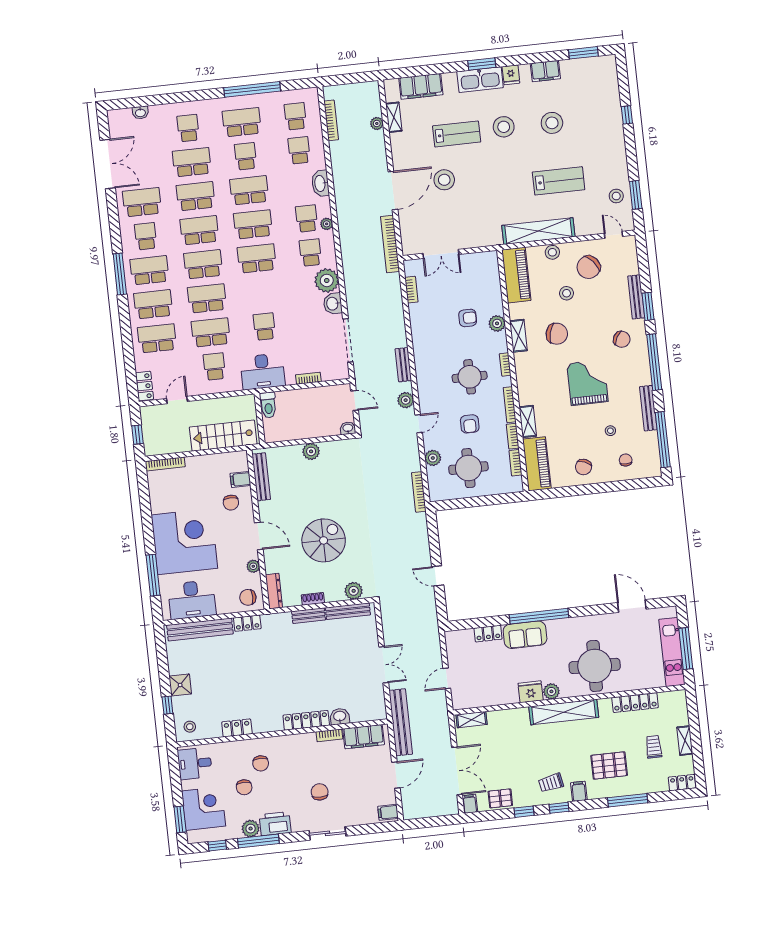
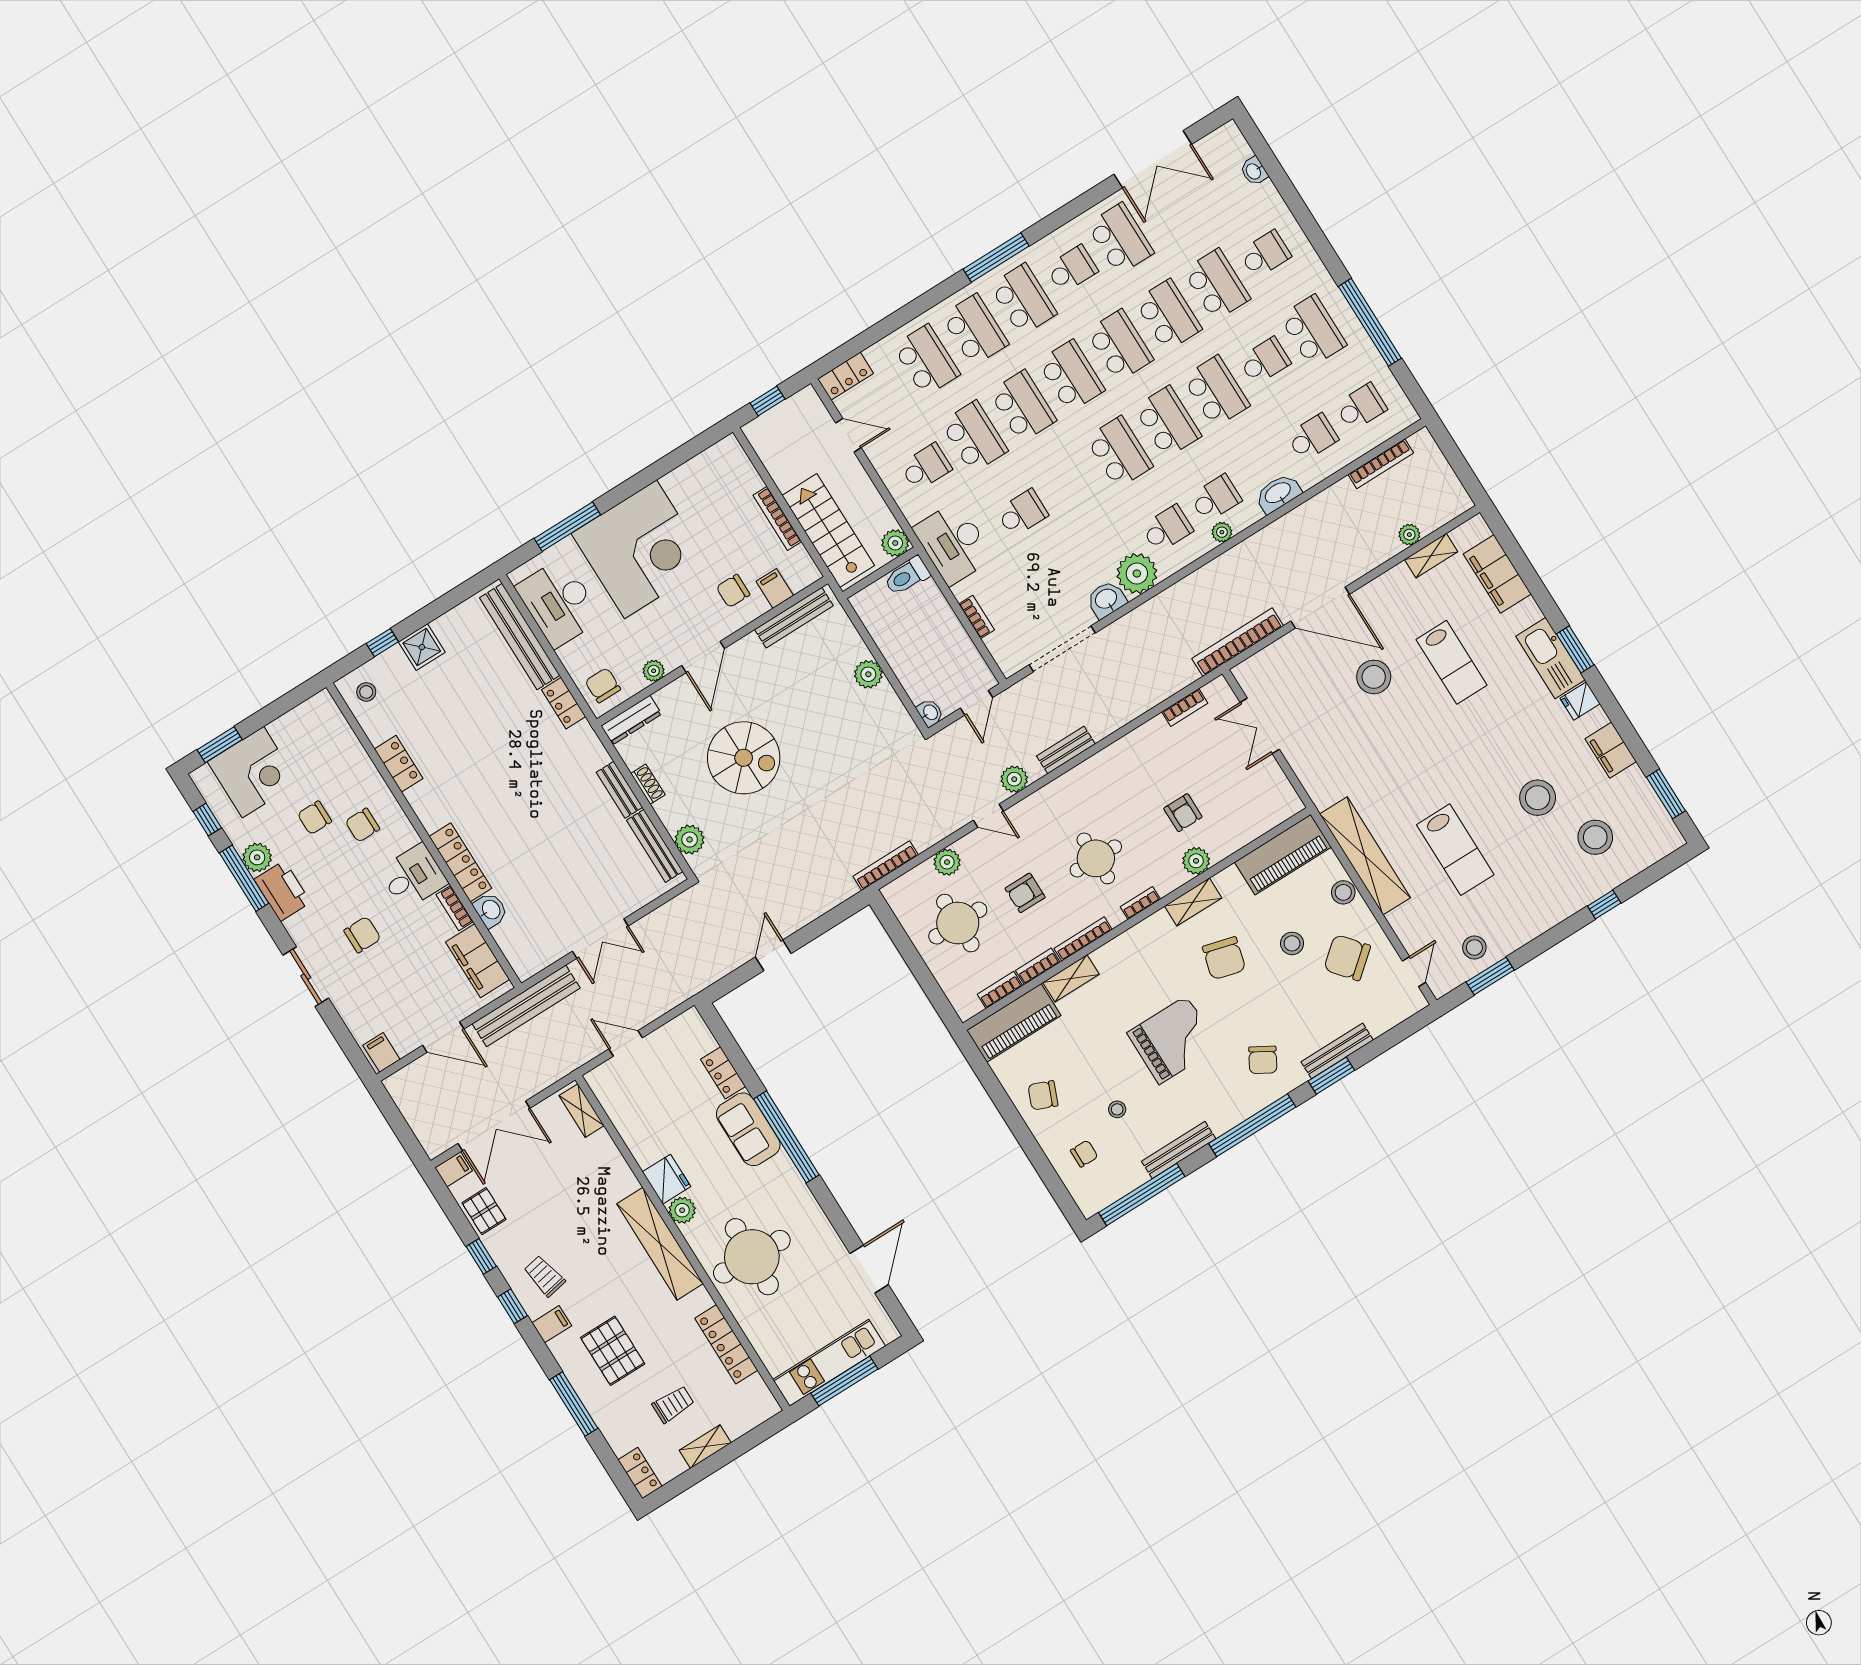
stool: (504, 127) -> (1595, 837), moved
plant: (247, 403) -> (895, 543), added
bookcase: (165, 464) -> (777, 518), moved
desk: (195, 763) -> (413, 877), moved, turned 90

